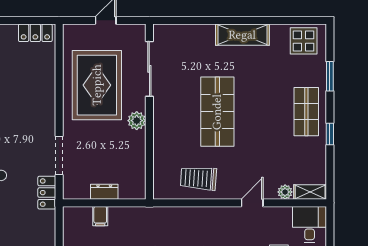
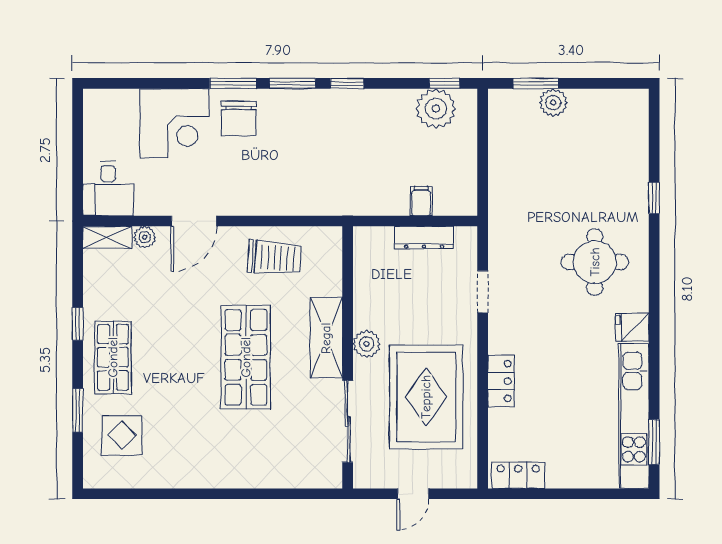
shelving: (242, 35) -> (326, 338), moved, turned 90
display table: (304, 41) -> (122, 435), moved
doorway: (59, 156) -> (483, 292), width x0.73
dresser: (104, 192) -> (424, 238), width x1.44
locker: (47, 193) -> (501, 381), moved
door: (252, 203) -> (194, 221), width x1.38

